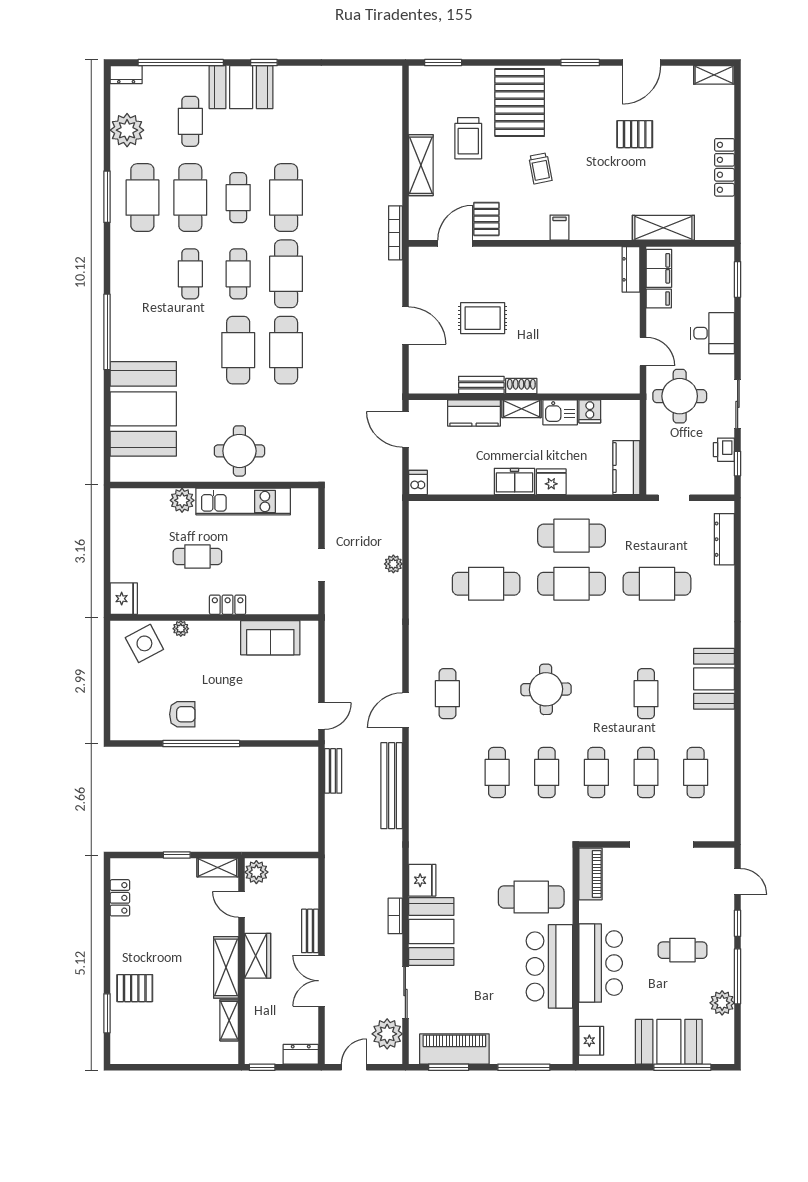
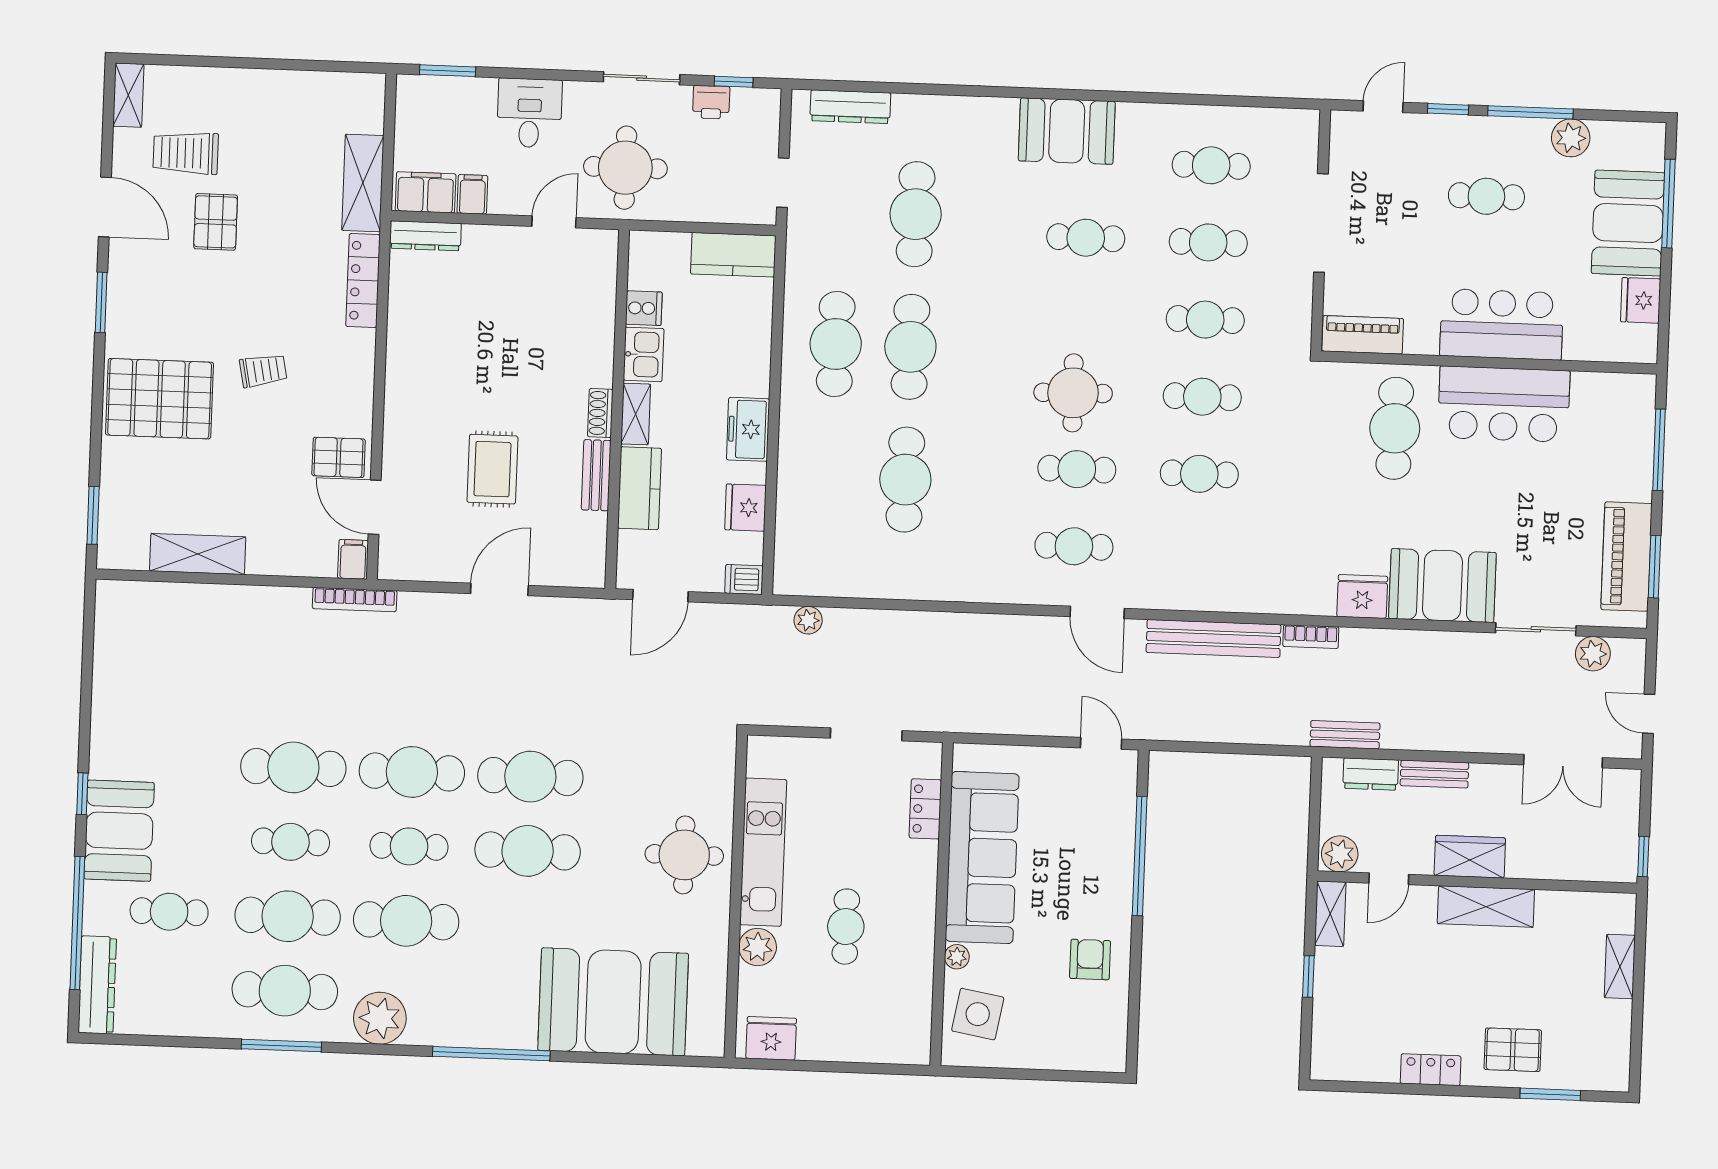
dresser: (126, 75) -> (97, 985), width x1.96, depth x1.24
plant: (127, 130) -> (380, 1018), moved
trolley: (468, 138) -> (186, 153), moved, turned 180
shelving: (421, 165) -> (198, 554), moved
locker: (724, 167) -> (363, 281), moved, turned 90
filing cabinet: (560, 228) -> (353, 559), moved, turned 90
cafe table: (190, 274) -> (406, 921), width x1.37, depth x1.35
fridge: (551, 482) -> (746, 508), moved
plant: (393, 564) -> (808, 620), moved
doorway: (321, 565) -> (866, 734), width x1.38
fridge: (124, 599) -> (771, 1038), moved
locker: (228, 605) -> (925, 809), moved
sofa: (270, 638) -> (982, 858), width x1.85, depth x1.27
side table: (144, 643) -> (978, 1014), turned 38
cafe table: (497, 694) -> (1077, 469), added
window: (201, 744) -> (1140, 856), moved
bench: (333, 771) -> (1345, 735), moved
locker: (120, 898) -> (1431, 1070), moved
bookcase: (395, 916) -> (1311, 637), moved
cafe table: (683, 950) -> (1486, 196), turned 90
double door: (321, 981) -> (1563, 761), moved
pallet: (135, 988) -> (1513, 1050), turned 90
shelving: (229, 1020) -> (1620, 967), moved, turned 90
plant: (387, 1034) -> (1593, 654), width x0.73, depth x0.73
fridge: (591, 1041) -> (1641, 300), moved, turned -90
dresser: (301, 1054) -> (1371, 774), moved, turned -90

